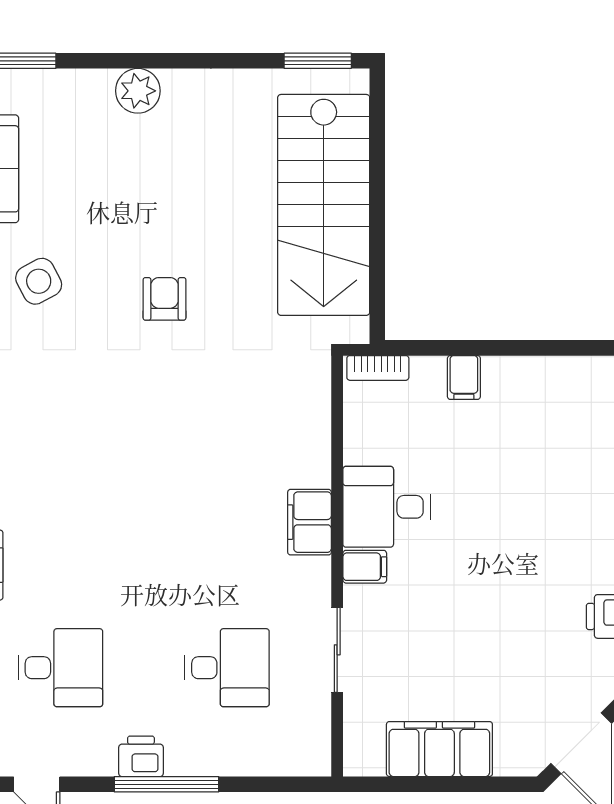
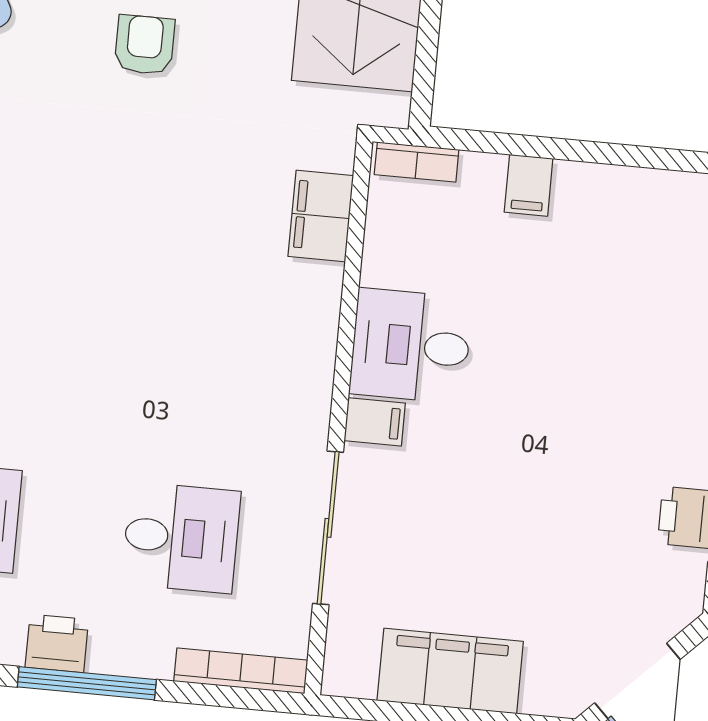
filing cabinet: (310, 522) -> (321, 216), moved
sliding door: (337, 650) -> (328, 528), width x1.37
bookcase: (282, 764) -> (241, 671), added

